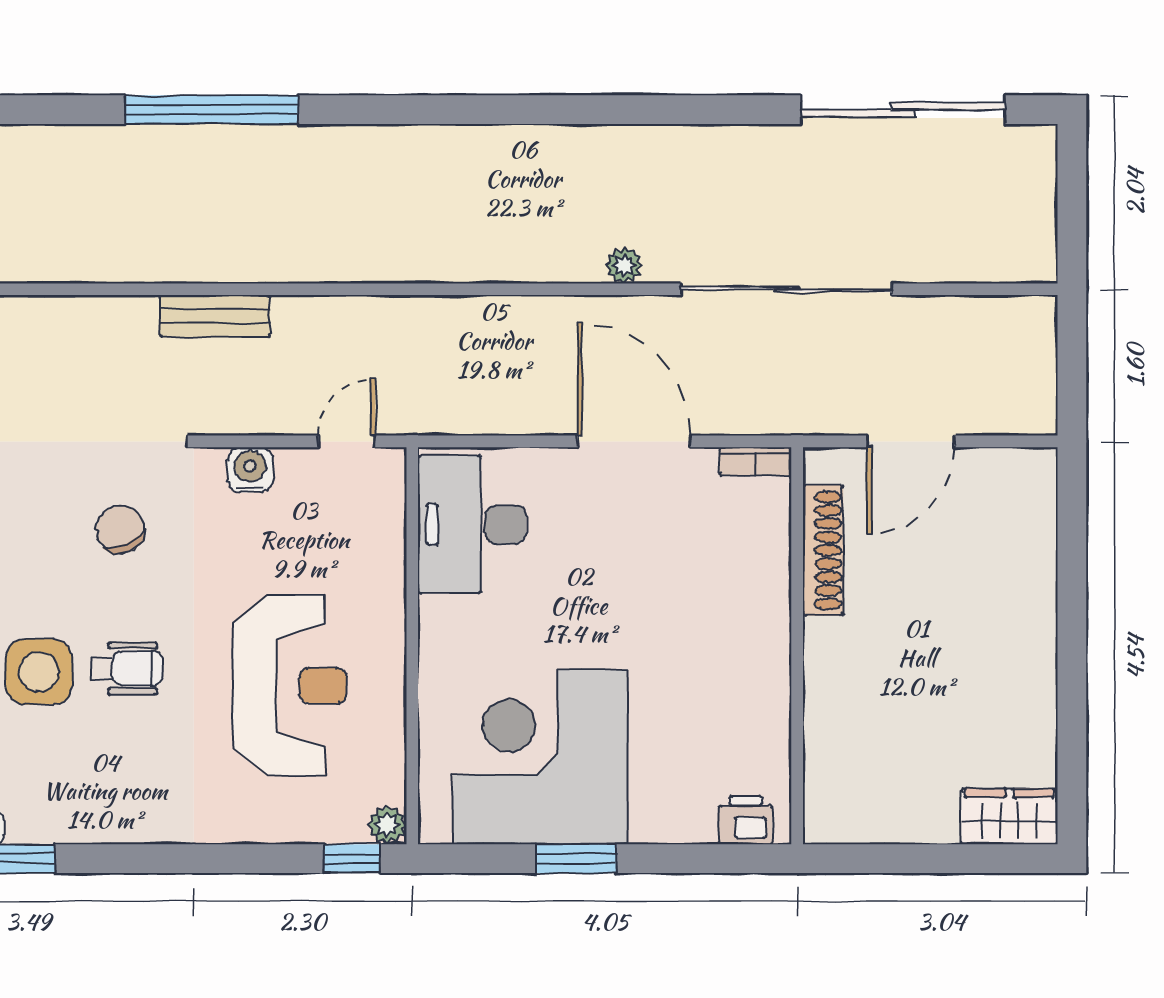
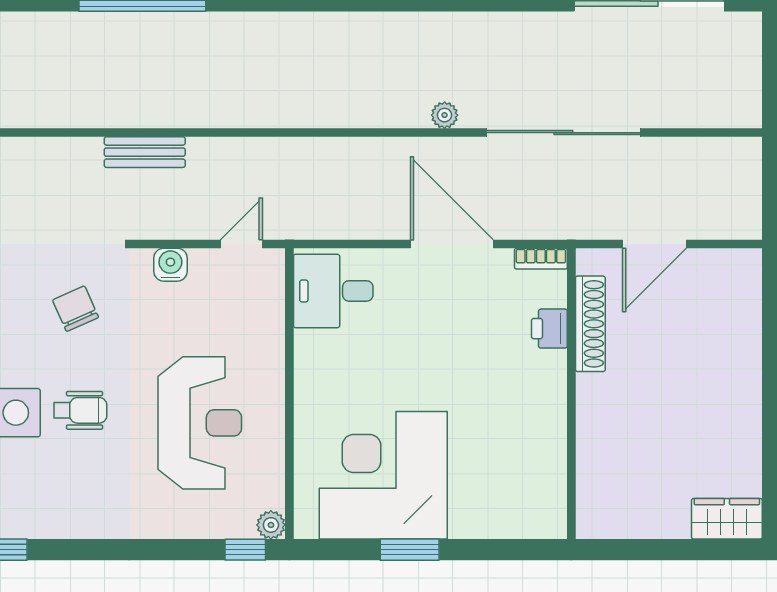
desk: (472, 524) -> (333, 291), width x0.73
printer: (746, 820) -> (549, 329), moved, turned -90

